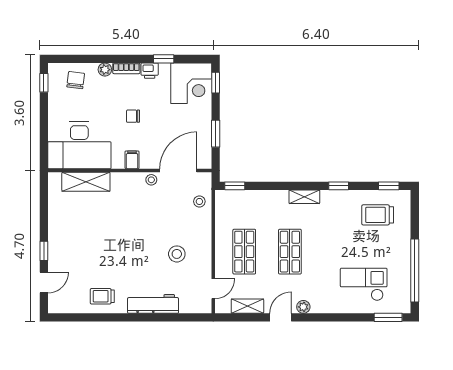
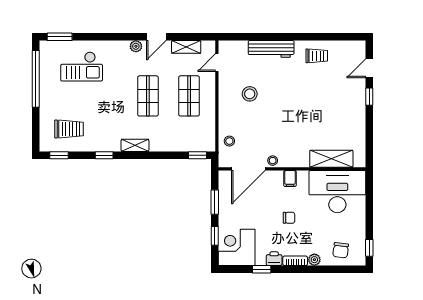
window: (216, 83) -> (215, 236), moved

